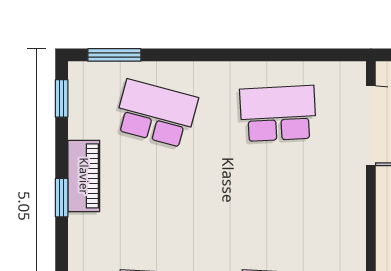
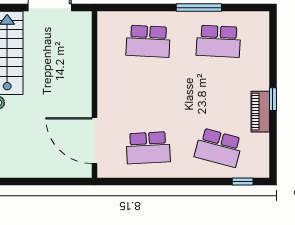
window: (114, 55) -> (243, 181), width x0.67
window: (62, 98) -> (273, 156), removed

